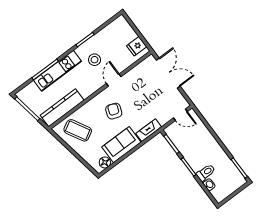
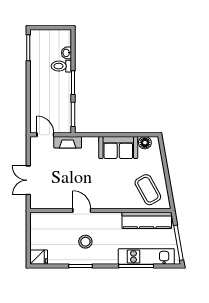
fridge: (137, 46) -> (39, 257), moved
kitchen unit: (58, 71) -> (146, 257), moved
double door: (168, 73) -> (28, 180), width x0.73
door: (114, 80) -> (82, 211), swing flipped
armchair: (114, 111) -> (103, 183), removed
fireplace: (149, 130) -> (68, 142), moved

